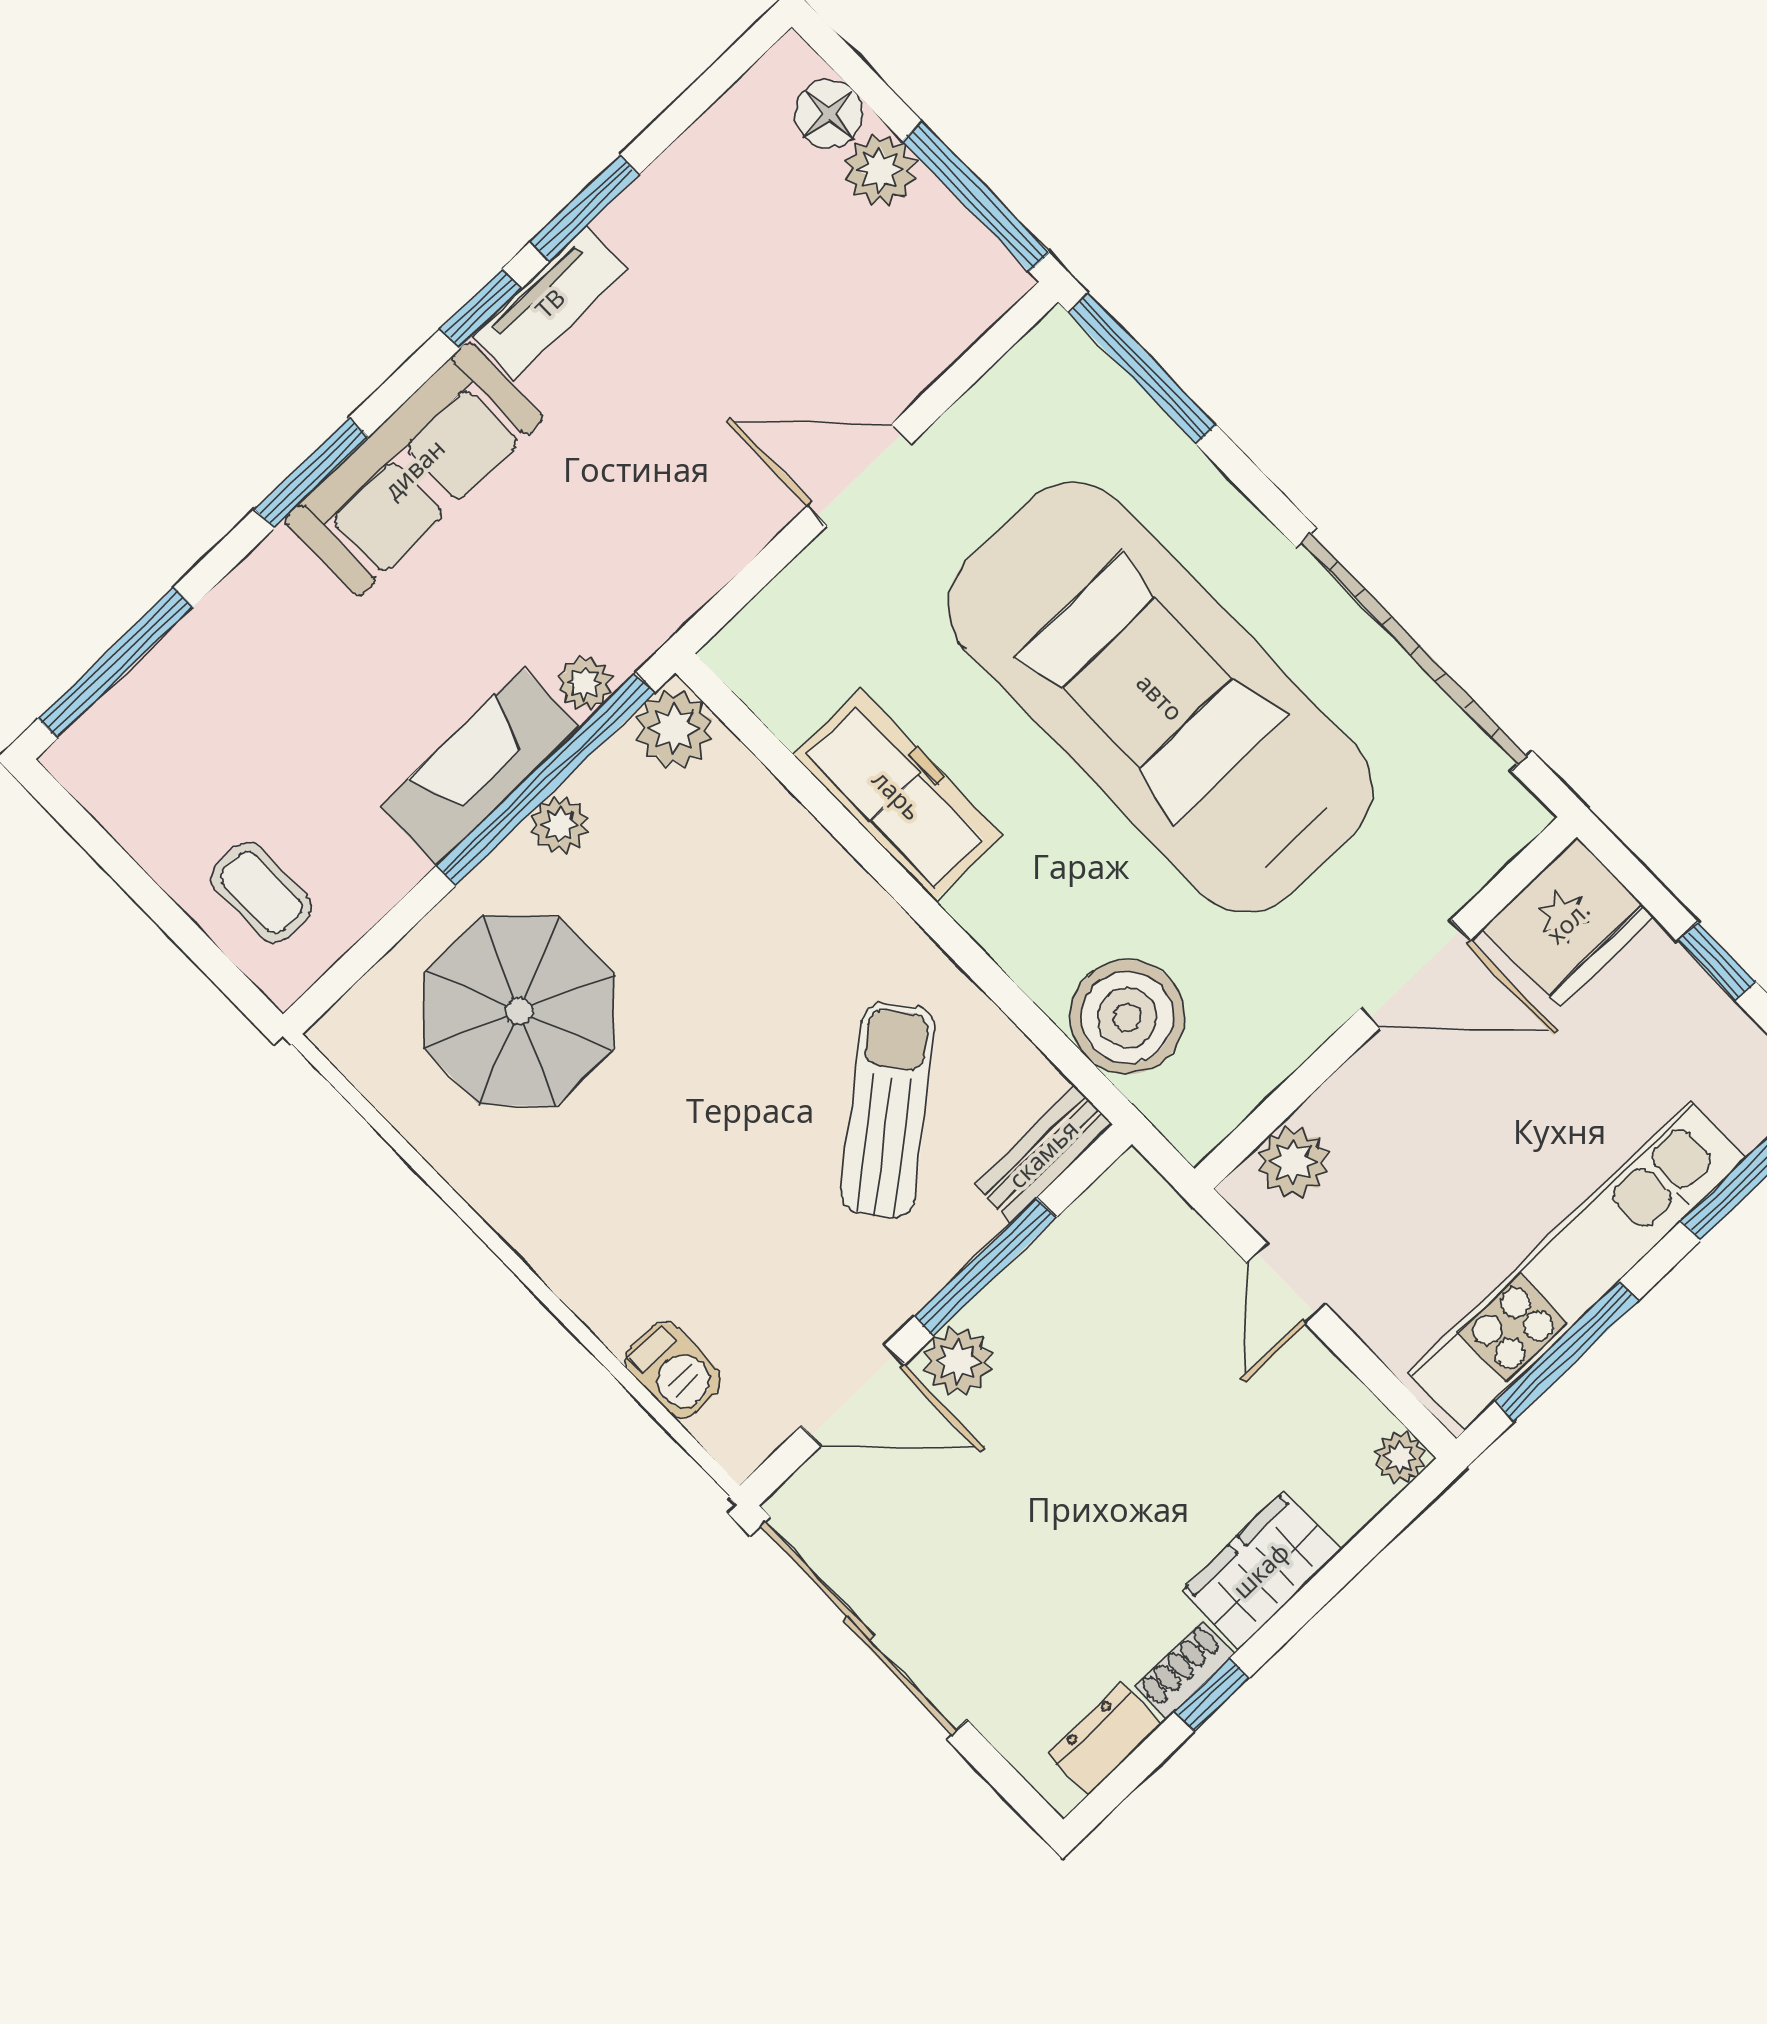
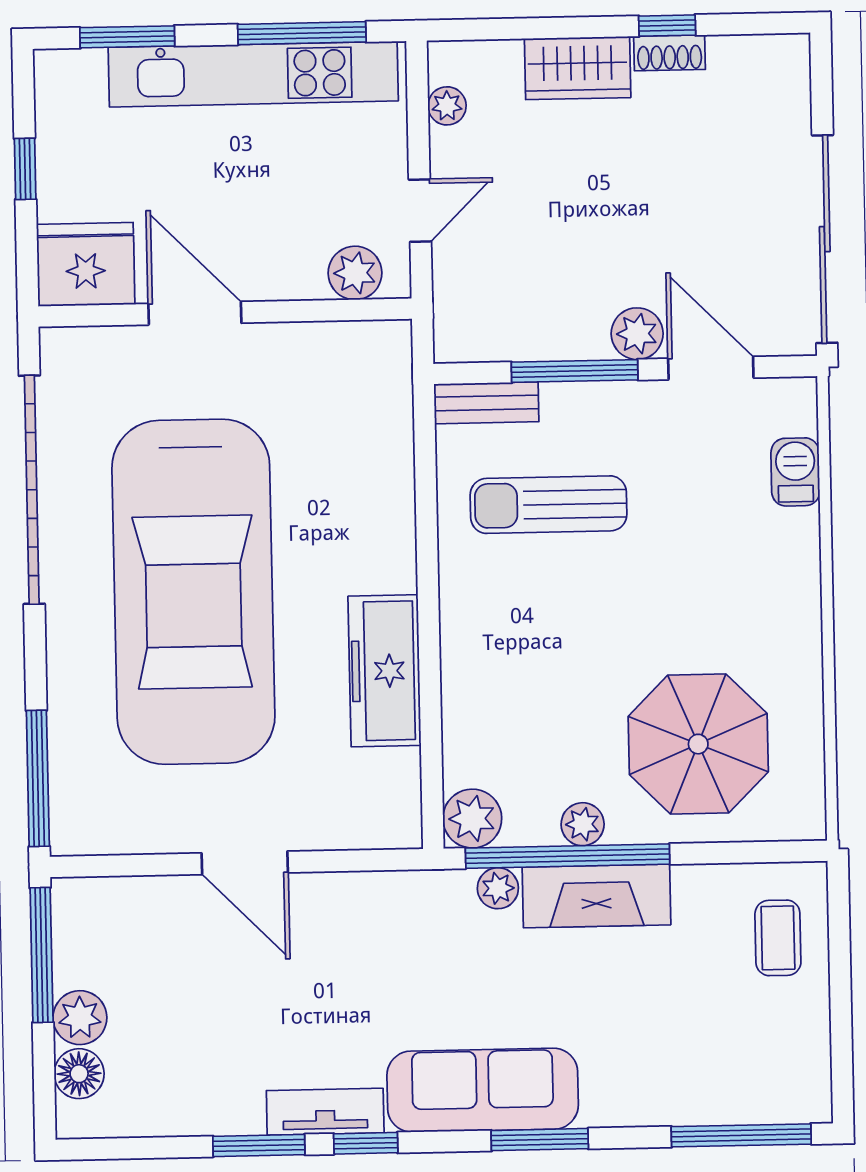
boiler: (1127, 1017) -> (372, 435), removed
sun lounger: (888, 1110) -> (548, 505), turned 39
plant: (1400, 1458) -> (447, 106), moved
dresser: (1105, 1739) -> (747, 55), removed

